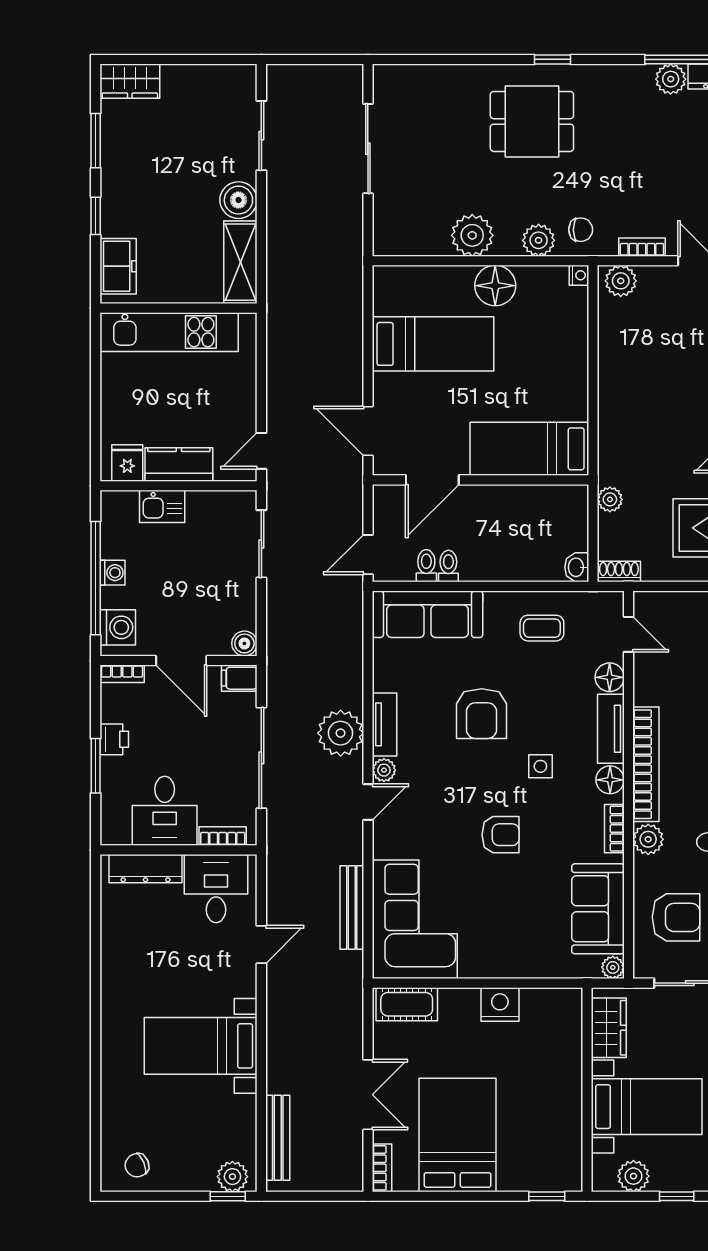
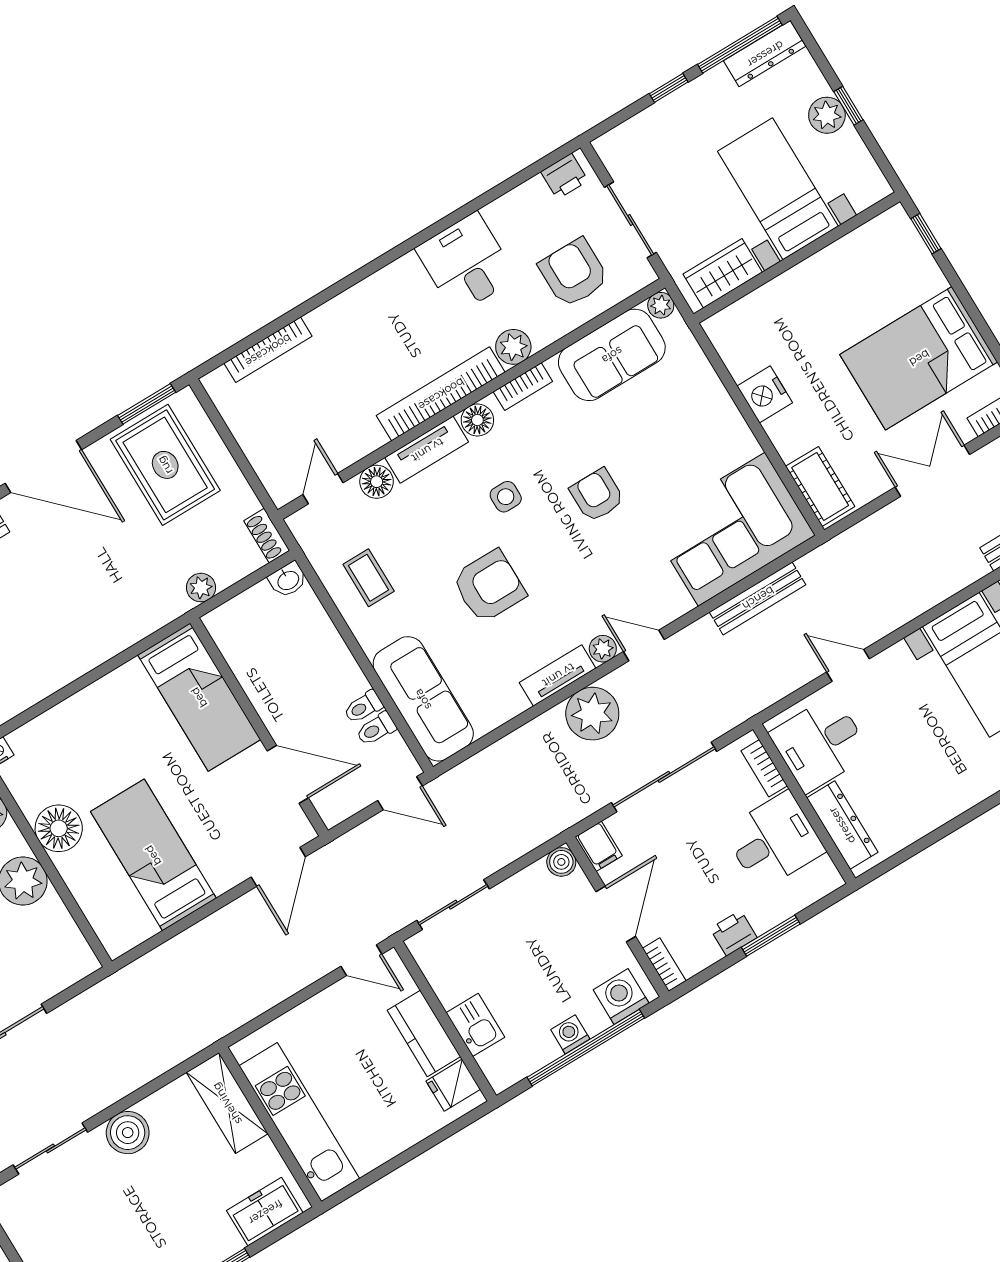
shelving: (240, 262) -> (227, 1103), moved, turned 90
plant: (633, 1176) -> (827, 115), moved

